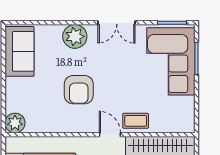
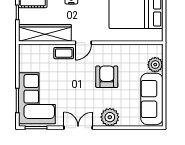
sofa: (19, 51) -> (152, 99), width x1.36
plant: (15, 123) -> (155, 65), moved
door: (110, 135) -> (83, 43), hinge flipped

